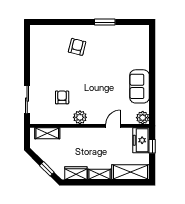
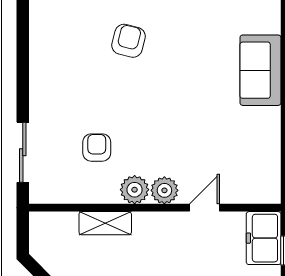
sofa: (139, 86) -> (260, 70), moved
plant: (143, 118) -> (164, 190), moved
shelving: (47, 133) -> (105, 223), moved

